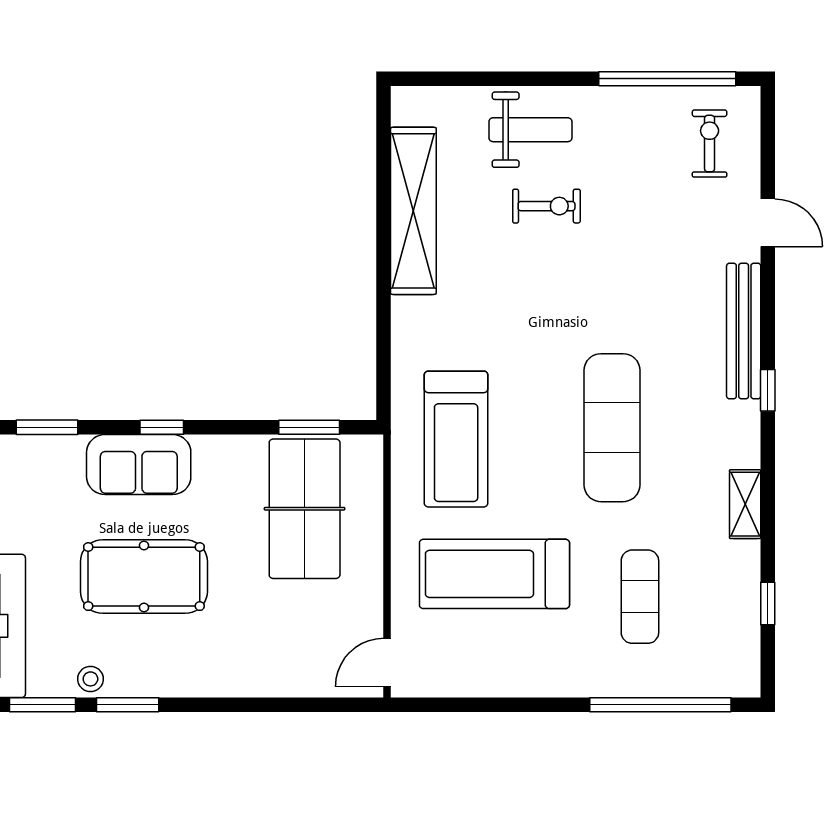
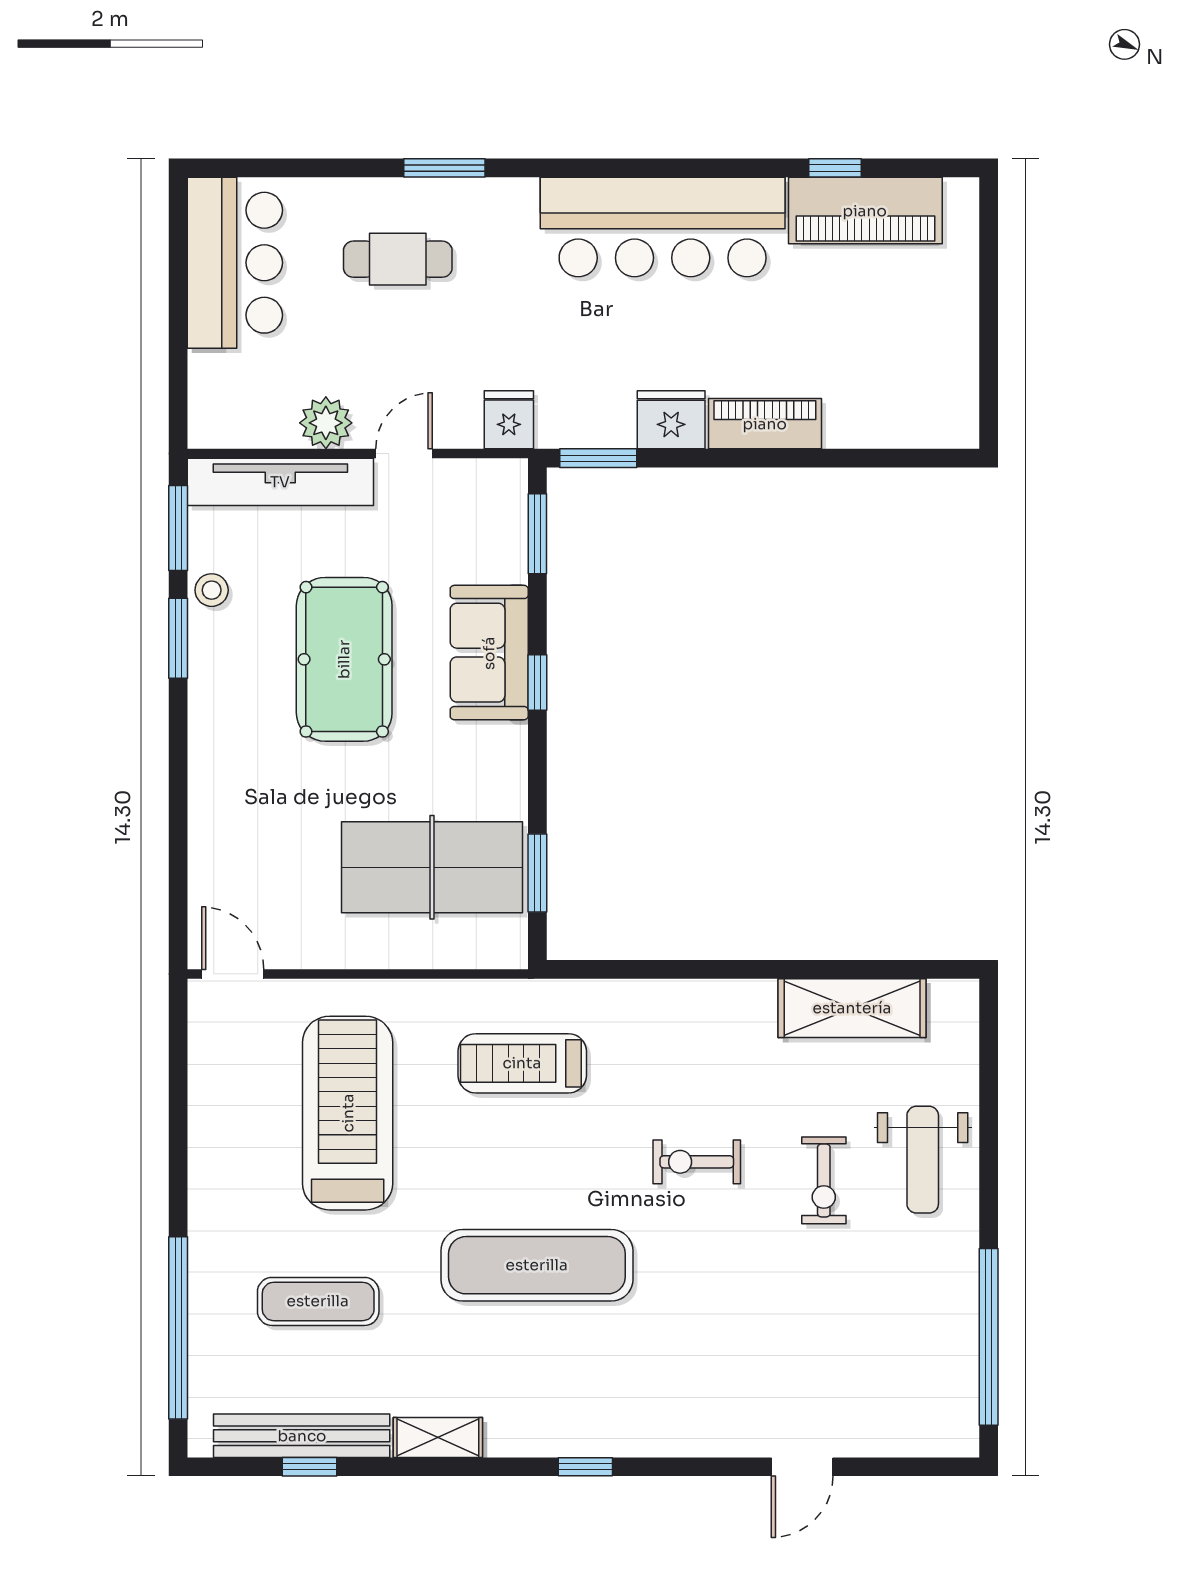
exercise bike: (710, 144) -> (697, 1162), moved, turned 180
shelving: (413, 211) -> (852, 1008), width x0.68
bench: (744, 331) -> (302, 1436), moved
treadmill: (456, 439) -> (522, 1063), width x0.73, depth x0.73

